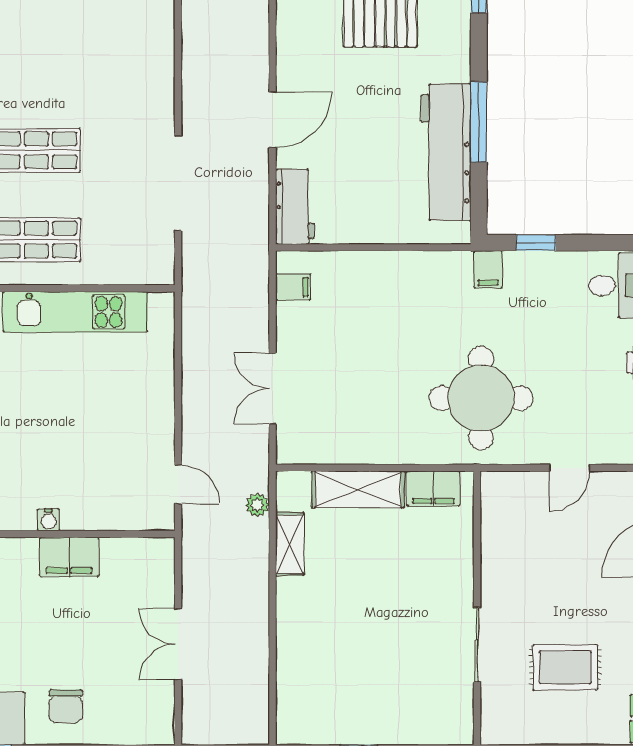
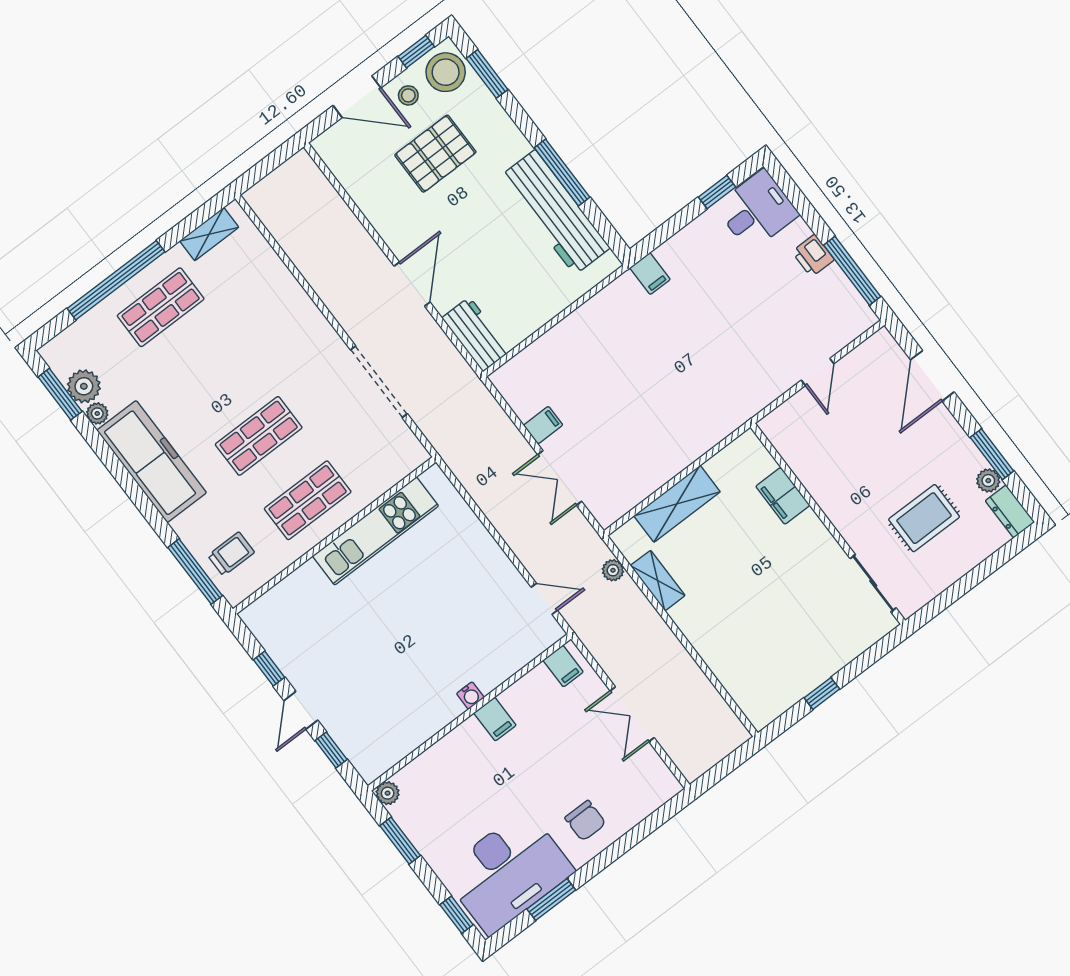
window: (536, 243) -> (717, 192), moved
filing cabinet: (293, 287) -> (543, 425), moved
round table: (481, 398) -> (715, 370), removed
filing cabinet: (433, 489) -> (783, 496), moved, turned 90
filing cabinet: (150, 556) -> (563, 666), added
filing cabinet: (69, 557) -> (495, 719), width x0.50
sliding door: (477, 644) -> (873, 583), moved

